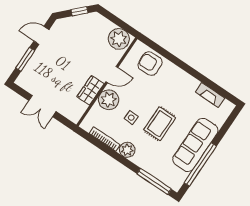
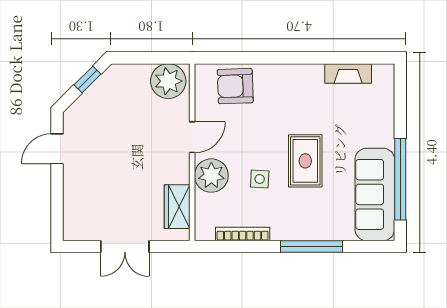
window: (25, 59) -> (57, 198), removed
wardrobe: (91, 90) -> (177, 207), moved
sofa: (195, 145) -> (375, 194), moved
plant: (127, 150) -> (284, 228), removed
window: (154, 181) -> (312, 247), moved

